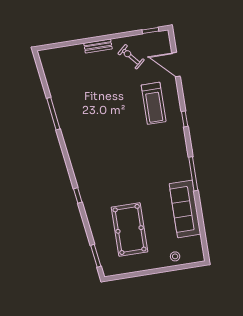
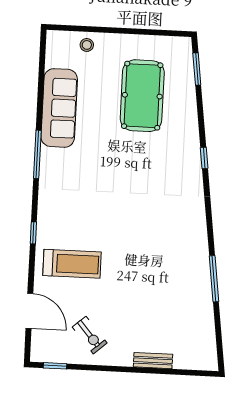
bench: (98, 46) -> (153, 361), moved
treadmill: (154, 103) -> (72, 264), turned 90

